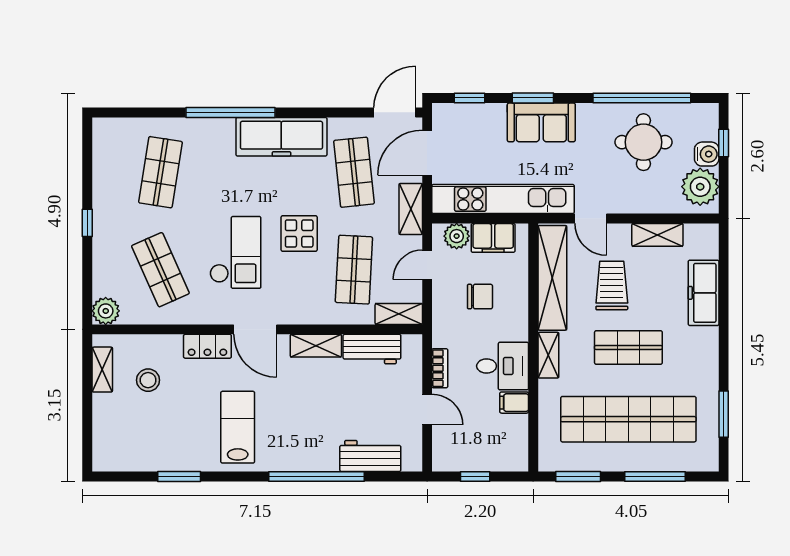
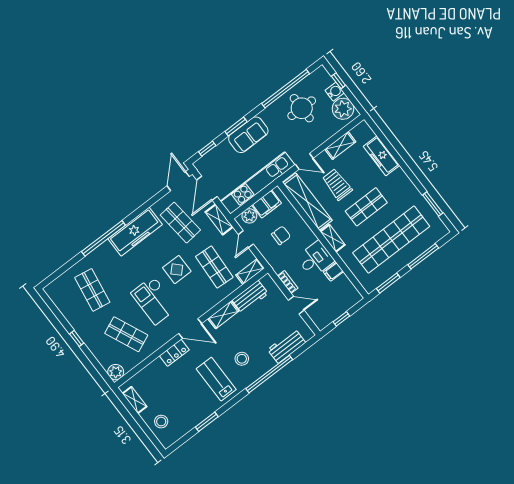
checkout: (235, 252) -> (154, 300), turned 180
stool: (148, 380) -> (161, 422), moved
stool: (295, 426) -> (242, 359), added

